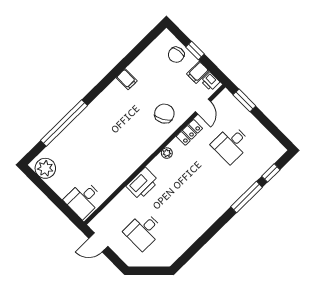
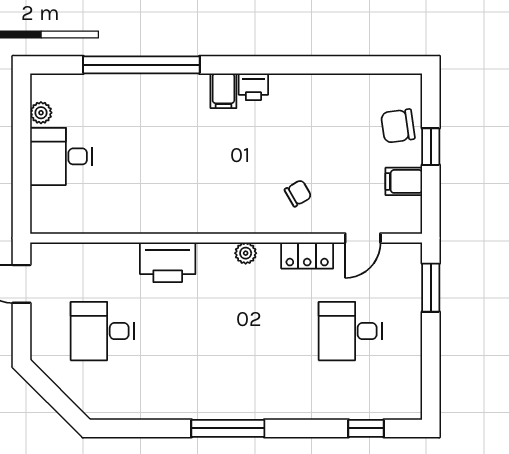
filing cabinet: (127, 79) -> (223, 91), moved
printer: (210, 81) -> (253, 87), moved, turned -90
chair: (164, 114) -> (298, 193), width x0.54, depth x0.54
plant: (45, 168) -> (41, 113), width x0.53, depth x0.53
window: (246, 197) -> (228, 428), moved
desk: (83, 199) -> (61, 156), moved

